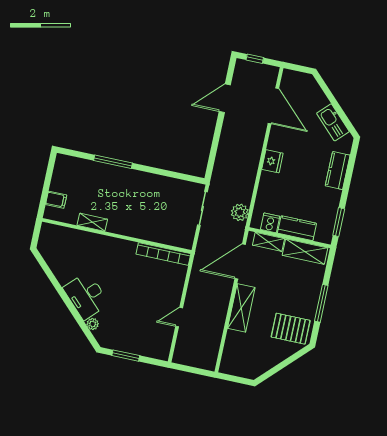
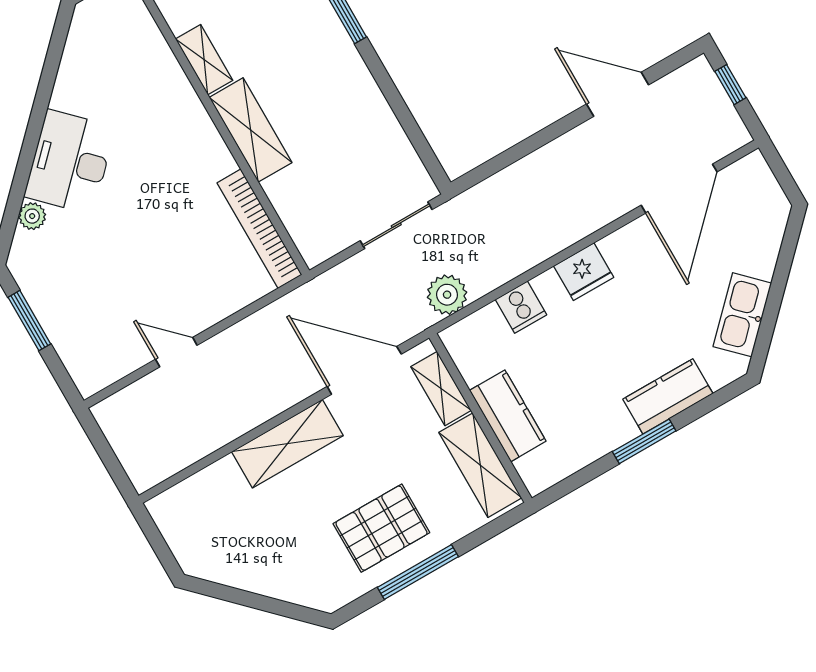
window: (339, 222) -> (644, 441), moved
cooker: (270, 223) -> (521, 307), moved, turned 90
shelving: (129, 228) -> (251, 130), added
pallet: (291, 329) -> (381, 528), moved, turned 90

